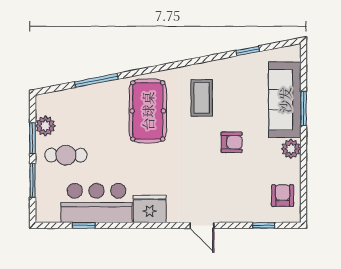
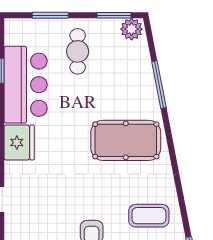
coffee table: (202, 98) -> (149, 216), moved
plant: (45, 126) -> (132, 29), moved
window: (33, 138) -> (114, 15), moved

